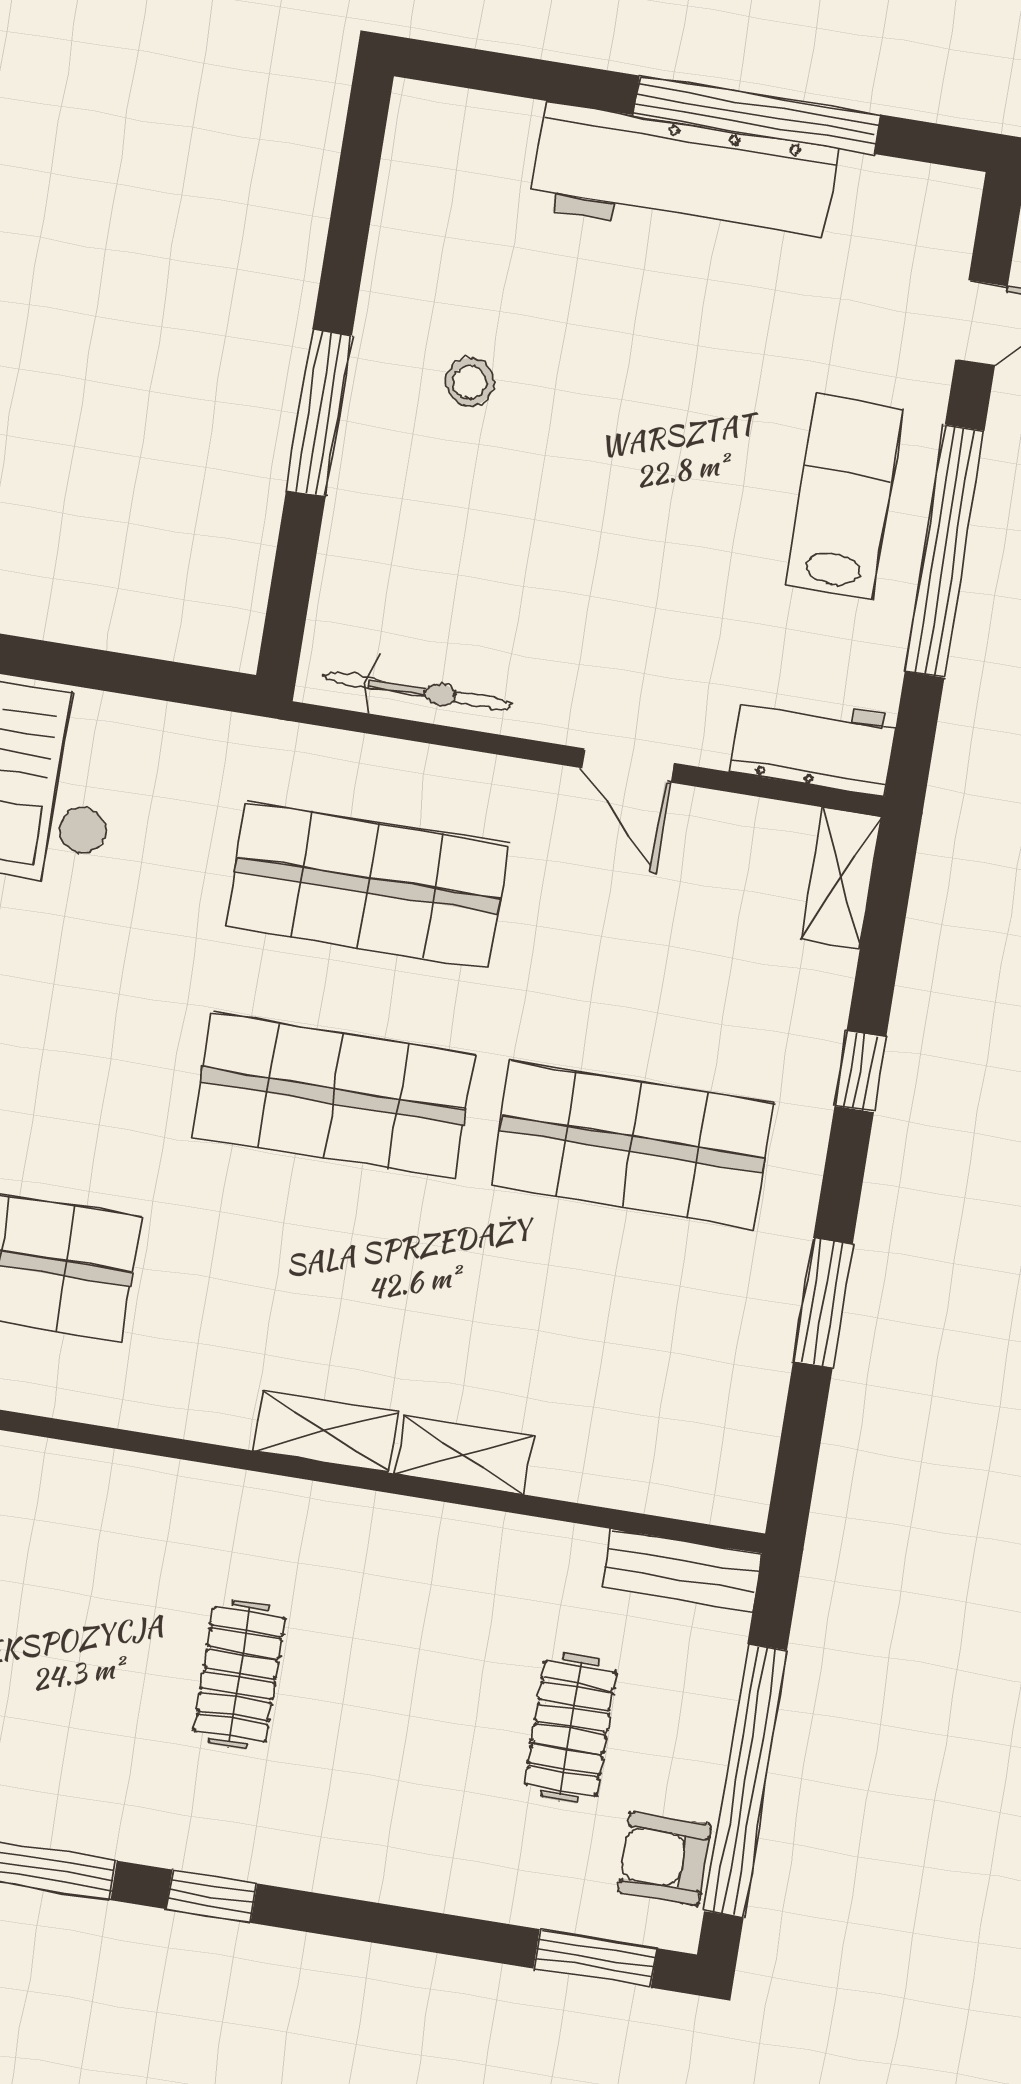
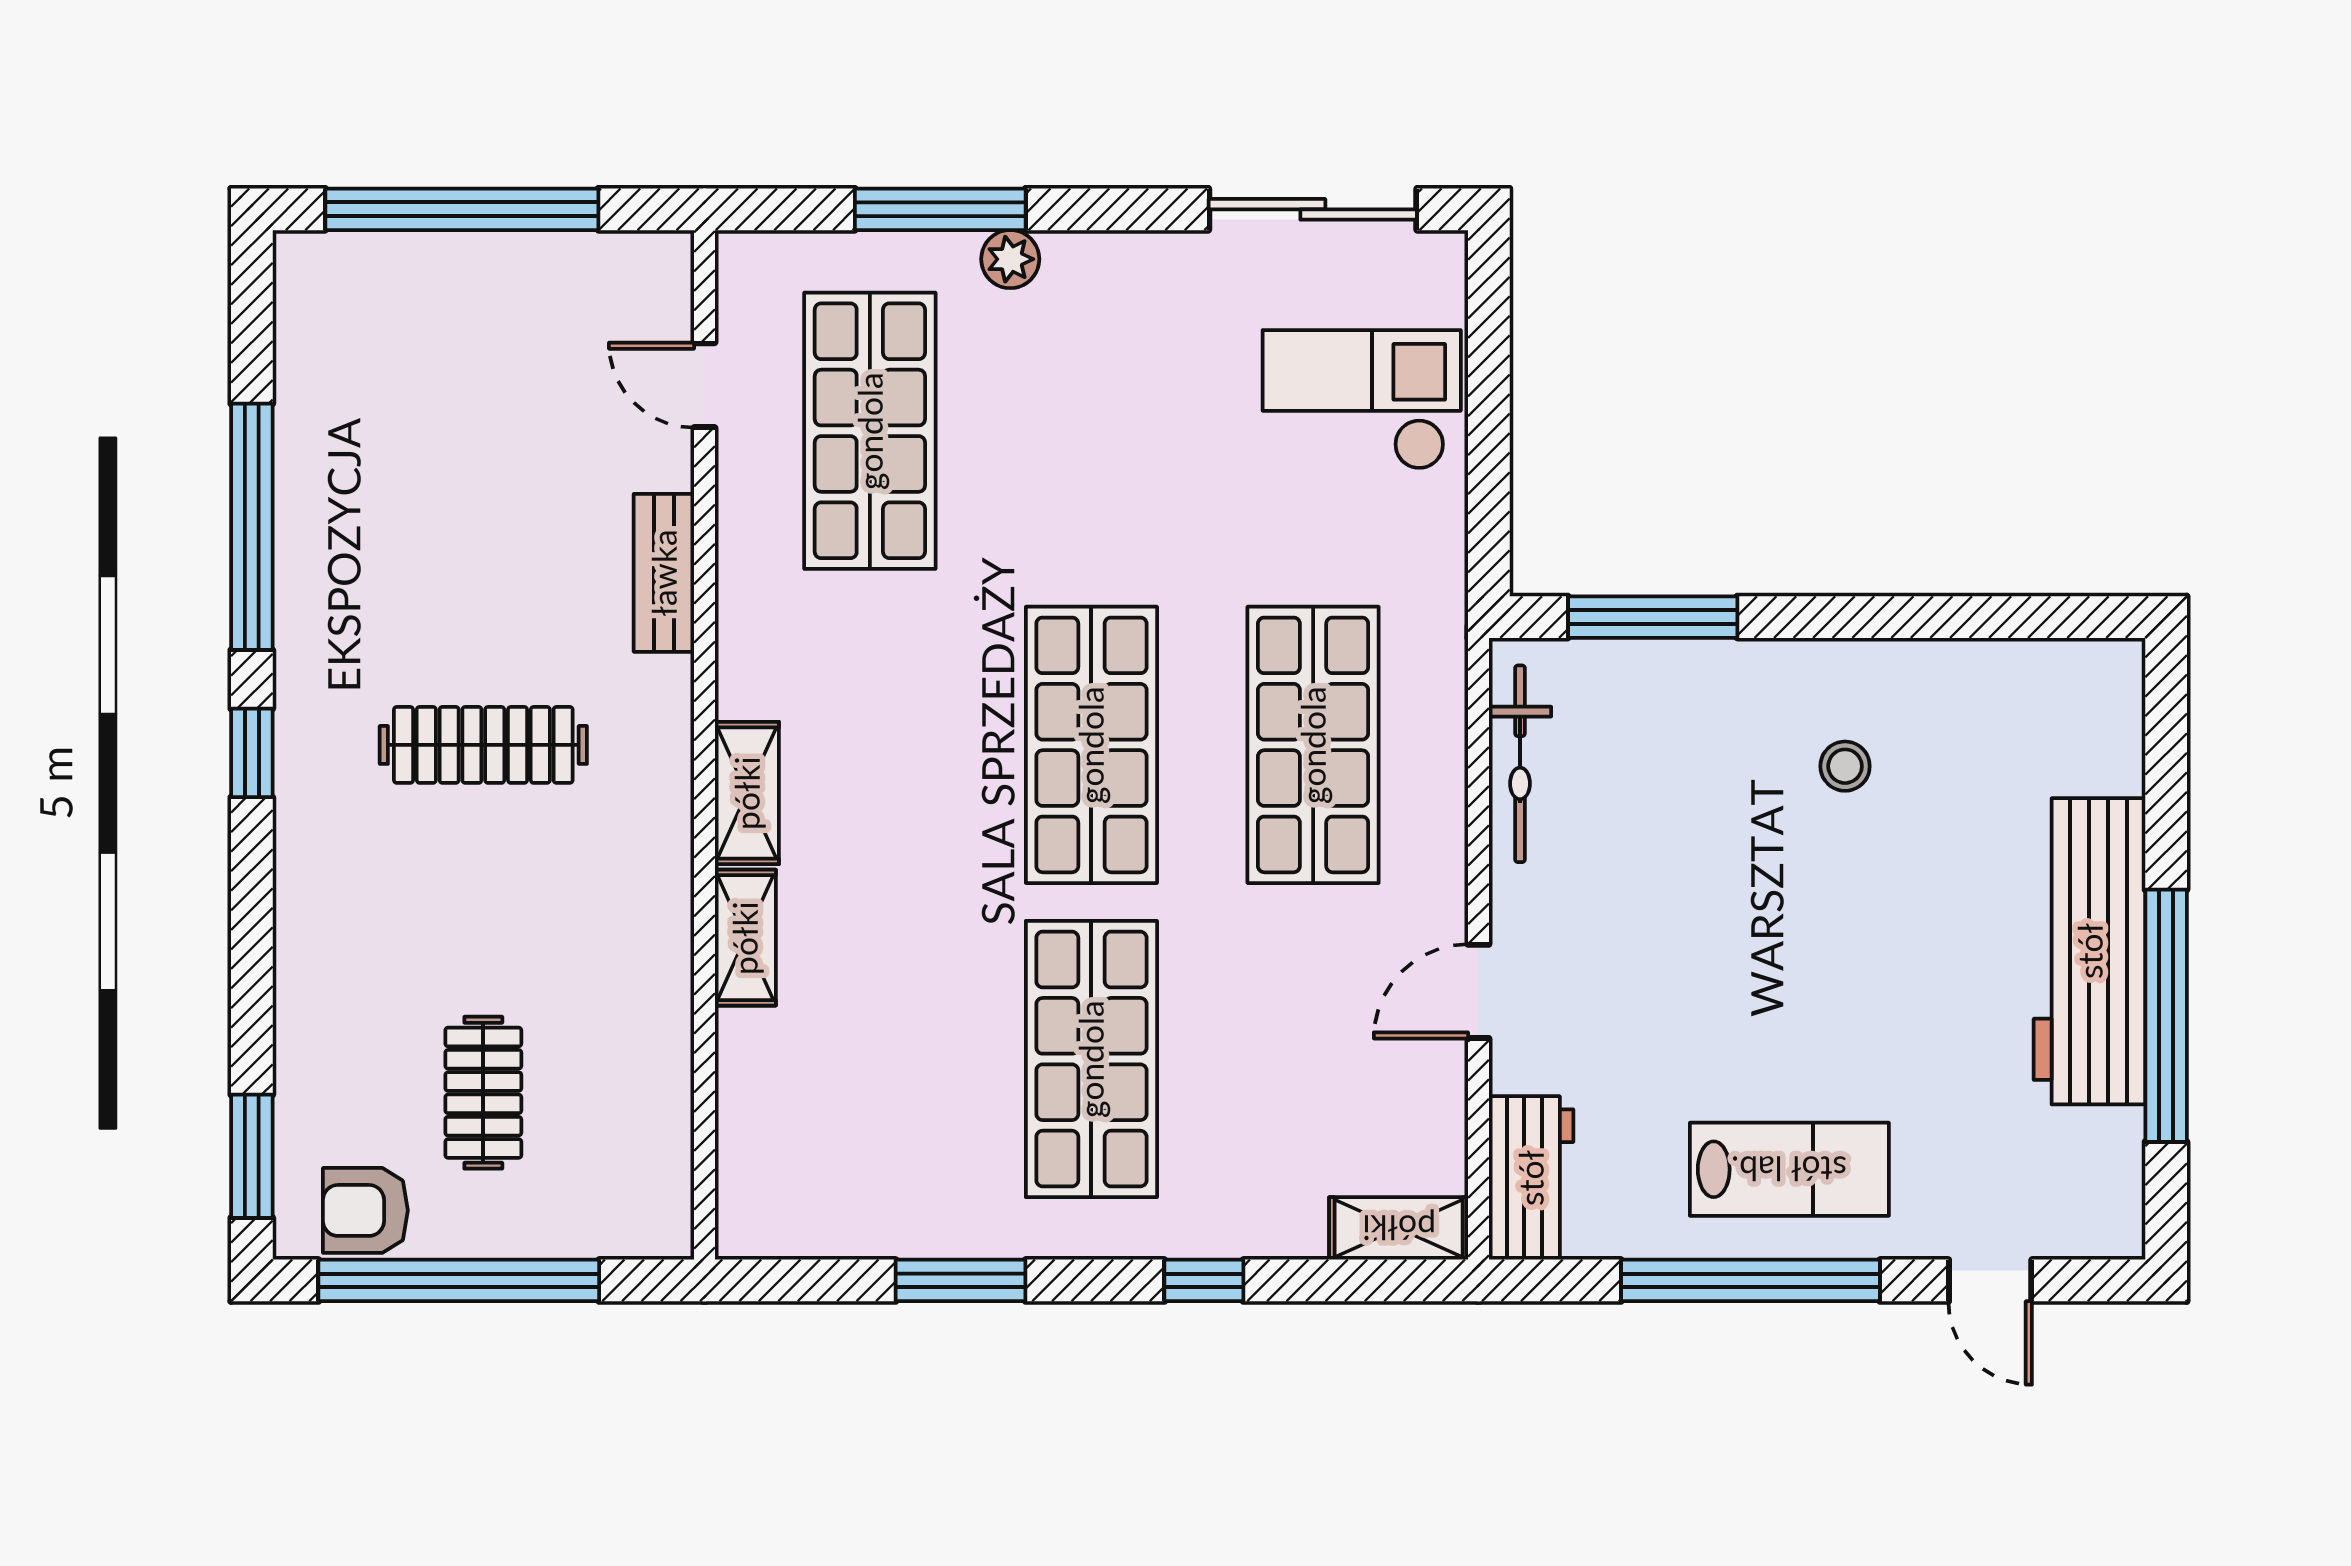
window: (319, 413) -> (1653, 617), moved
bench: (682, 1570) -> (664, 573), moved
clothes rail: (239, 1675) -> (483, 745), width x1.36
clothes rail: (571, 1728) -> (483, 1093), turned 90
armchair: (664, 1859) -> (365, 1210), turned -90

